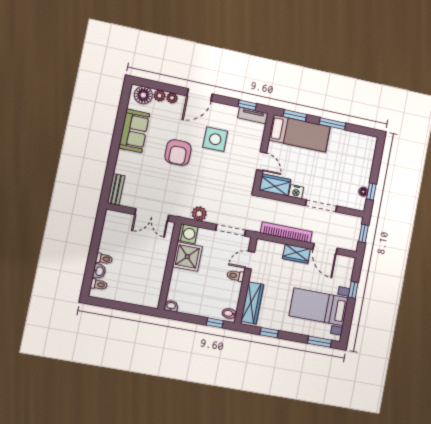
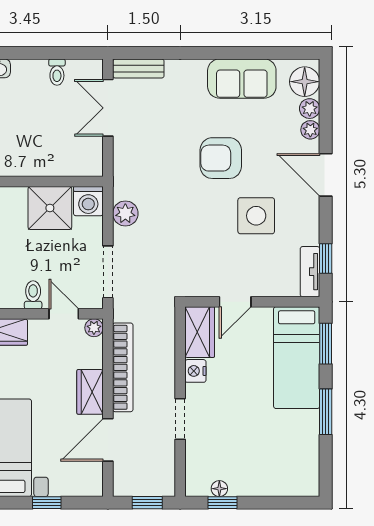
doorway: (321, 206) -> (180, 419), width x0.73
double door: (152, 215) -> (108, 108), moved
plant: (261, 244) -> (94, 328), added
toilet: (104, 259) -> (57, 72), moved

